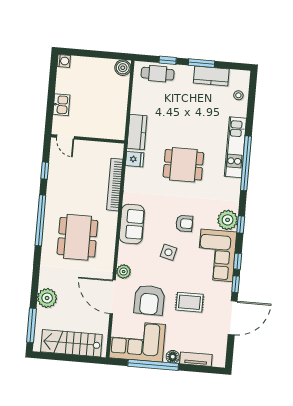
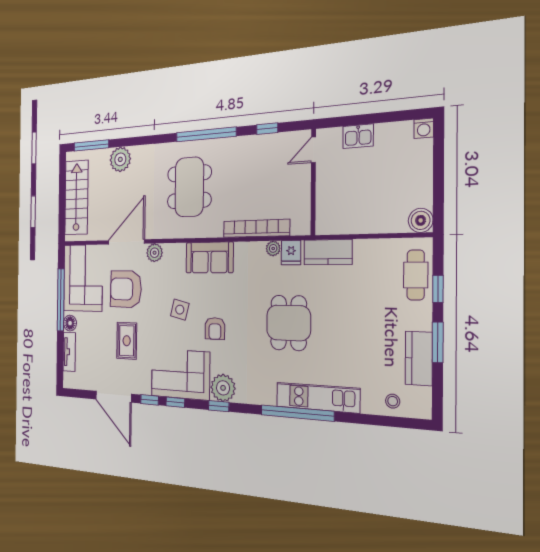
plant: (130, 173) -> (273, 248), added
dining table: (77, 237) -> (189, 187), turned 90

